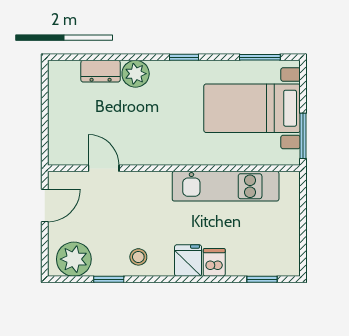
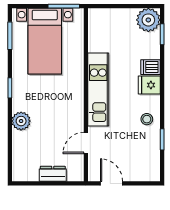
dresser: (101, 71) -> (53, 174), moved, turned -90
kitchen unit: (226, 186) -> (98, 89), moved
plant: (74, 259) -> (148, 20), moved

